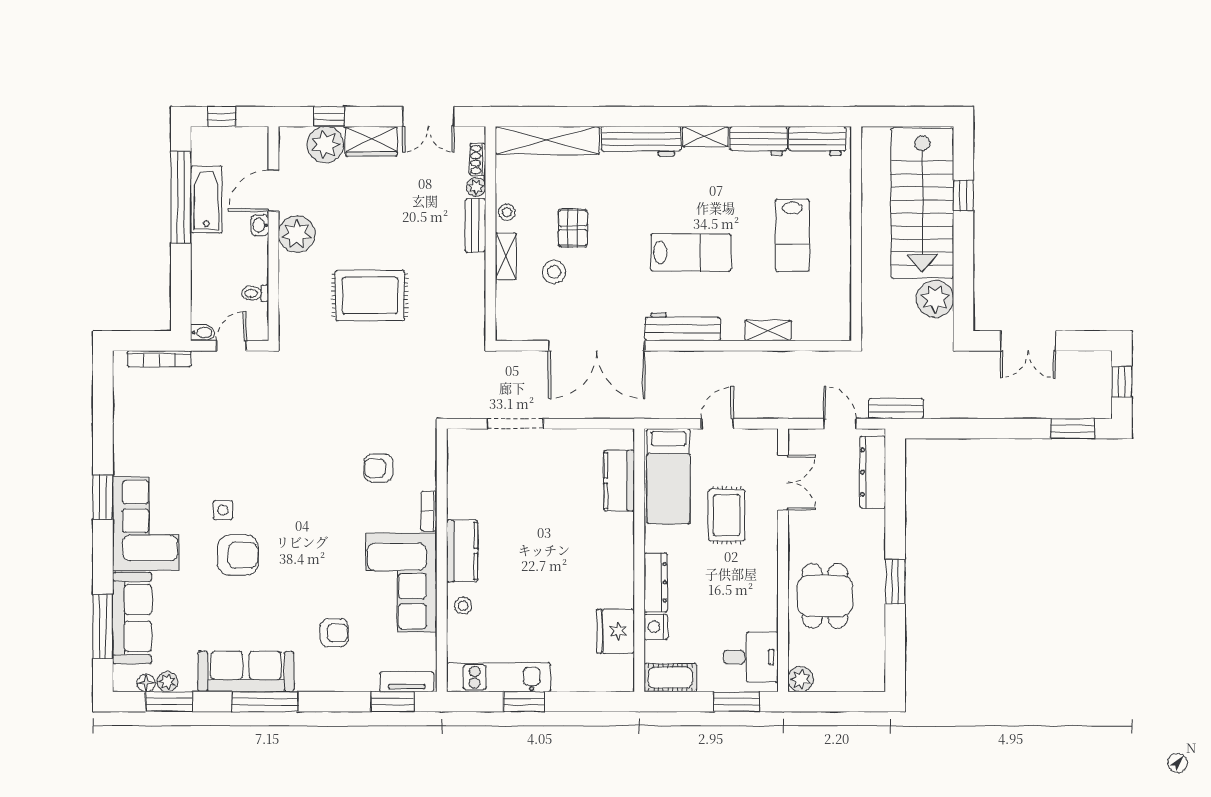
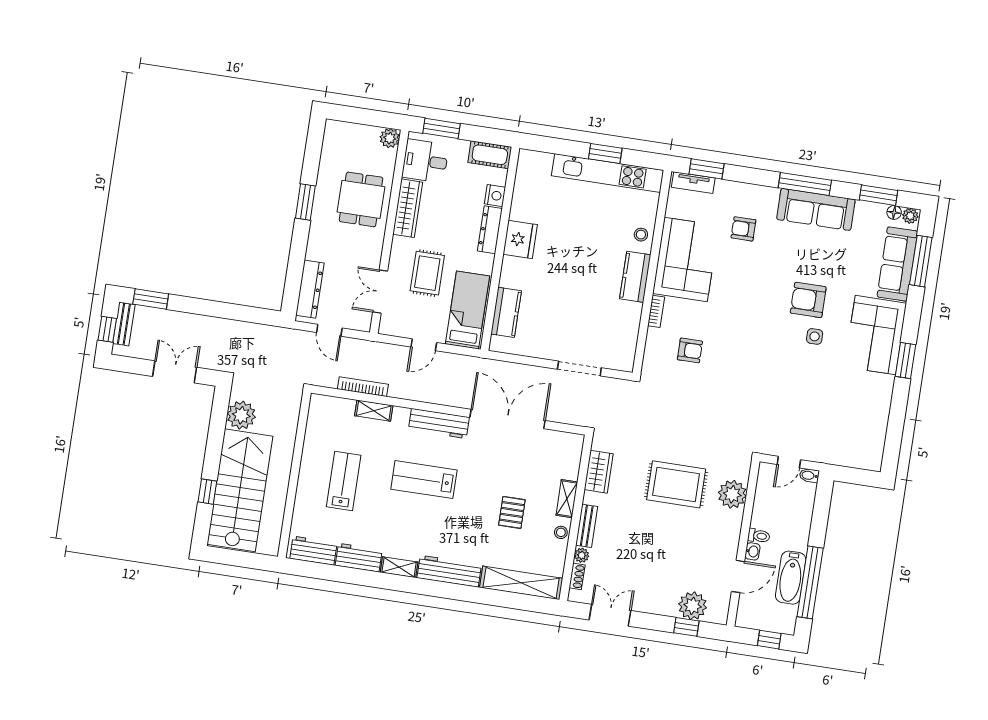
wardrobe: (371, 141) -> (599, 472), moved, turned 90
plant: (297, 234) -> (732, 494), moved
stool: (554, 272) -> (531, 481), removed
toilet: (255, 293) -> (759, 536), moved
bookcase: (159, 359) -> (363, 387), moved
bench: (896, 409) -> (124, 324), moved, turned 90
wardrobe: (764, 594) -> (408, 208), added
fridge: (615, 631) -> (520, 239), moved
kitchen unit: (498, 677) -> (608, 173), width x1.36
plant: (167, 682) -> (910, 216), moved

